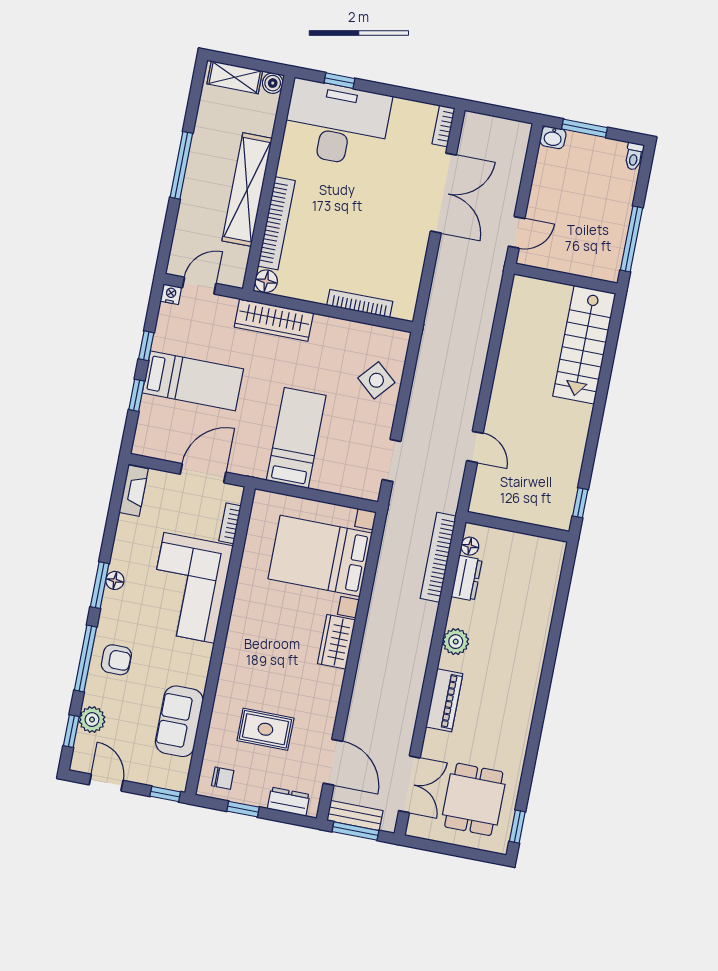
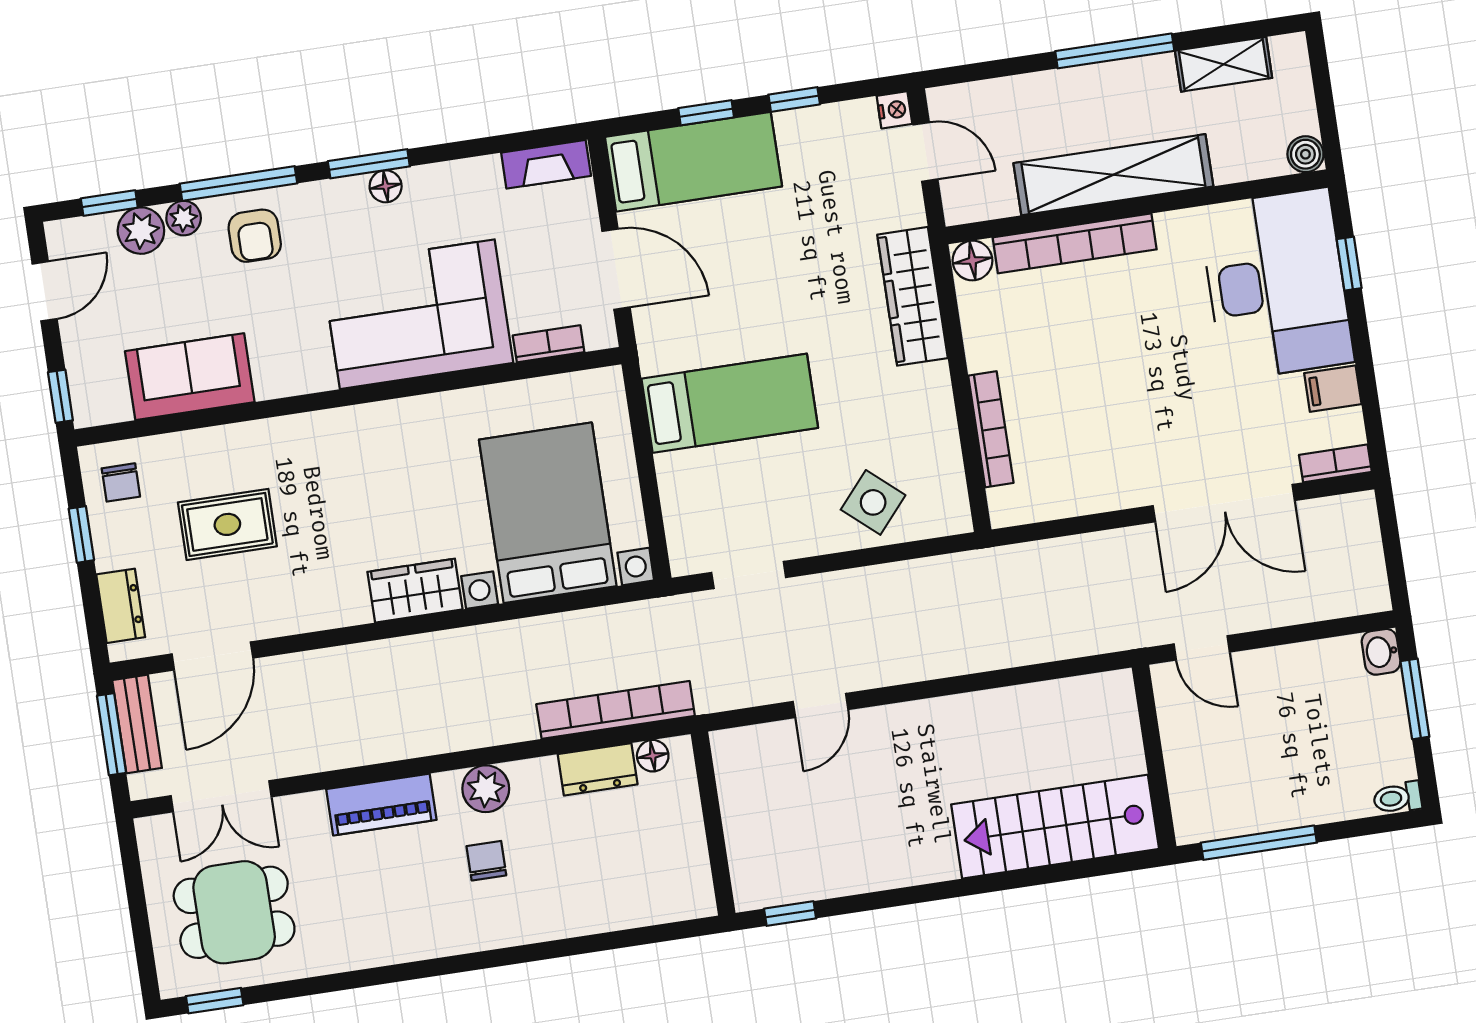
shelving: (235, 77) -> (1224, 64), moved, turned 90
filing cabinet: (403, 113) -> (1333, 389), added
bed: (193, 381) -> (693, 162), moved, turned -90
chair: (494, 655) -> (486, 861), added
plant: (93, 694) -> (184, 218), added
rug: (265, 729) -> (227, 524), turned 90

